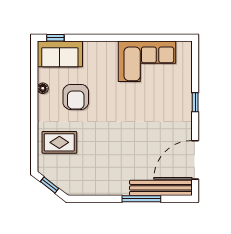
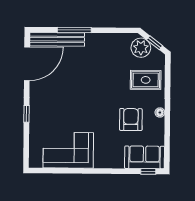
floor lamp: (43, 88) -> (160, 112), moved
plant: (65, 179) -> (141, 48), added

